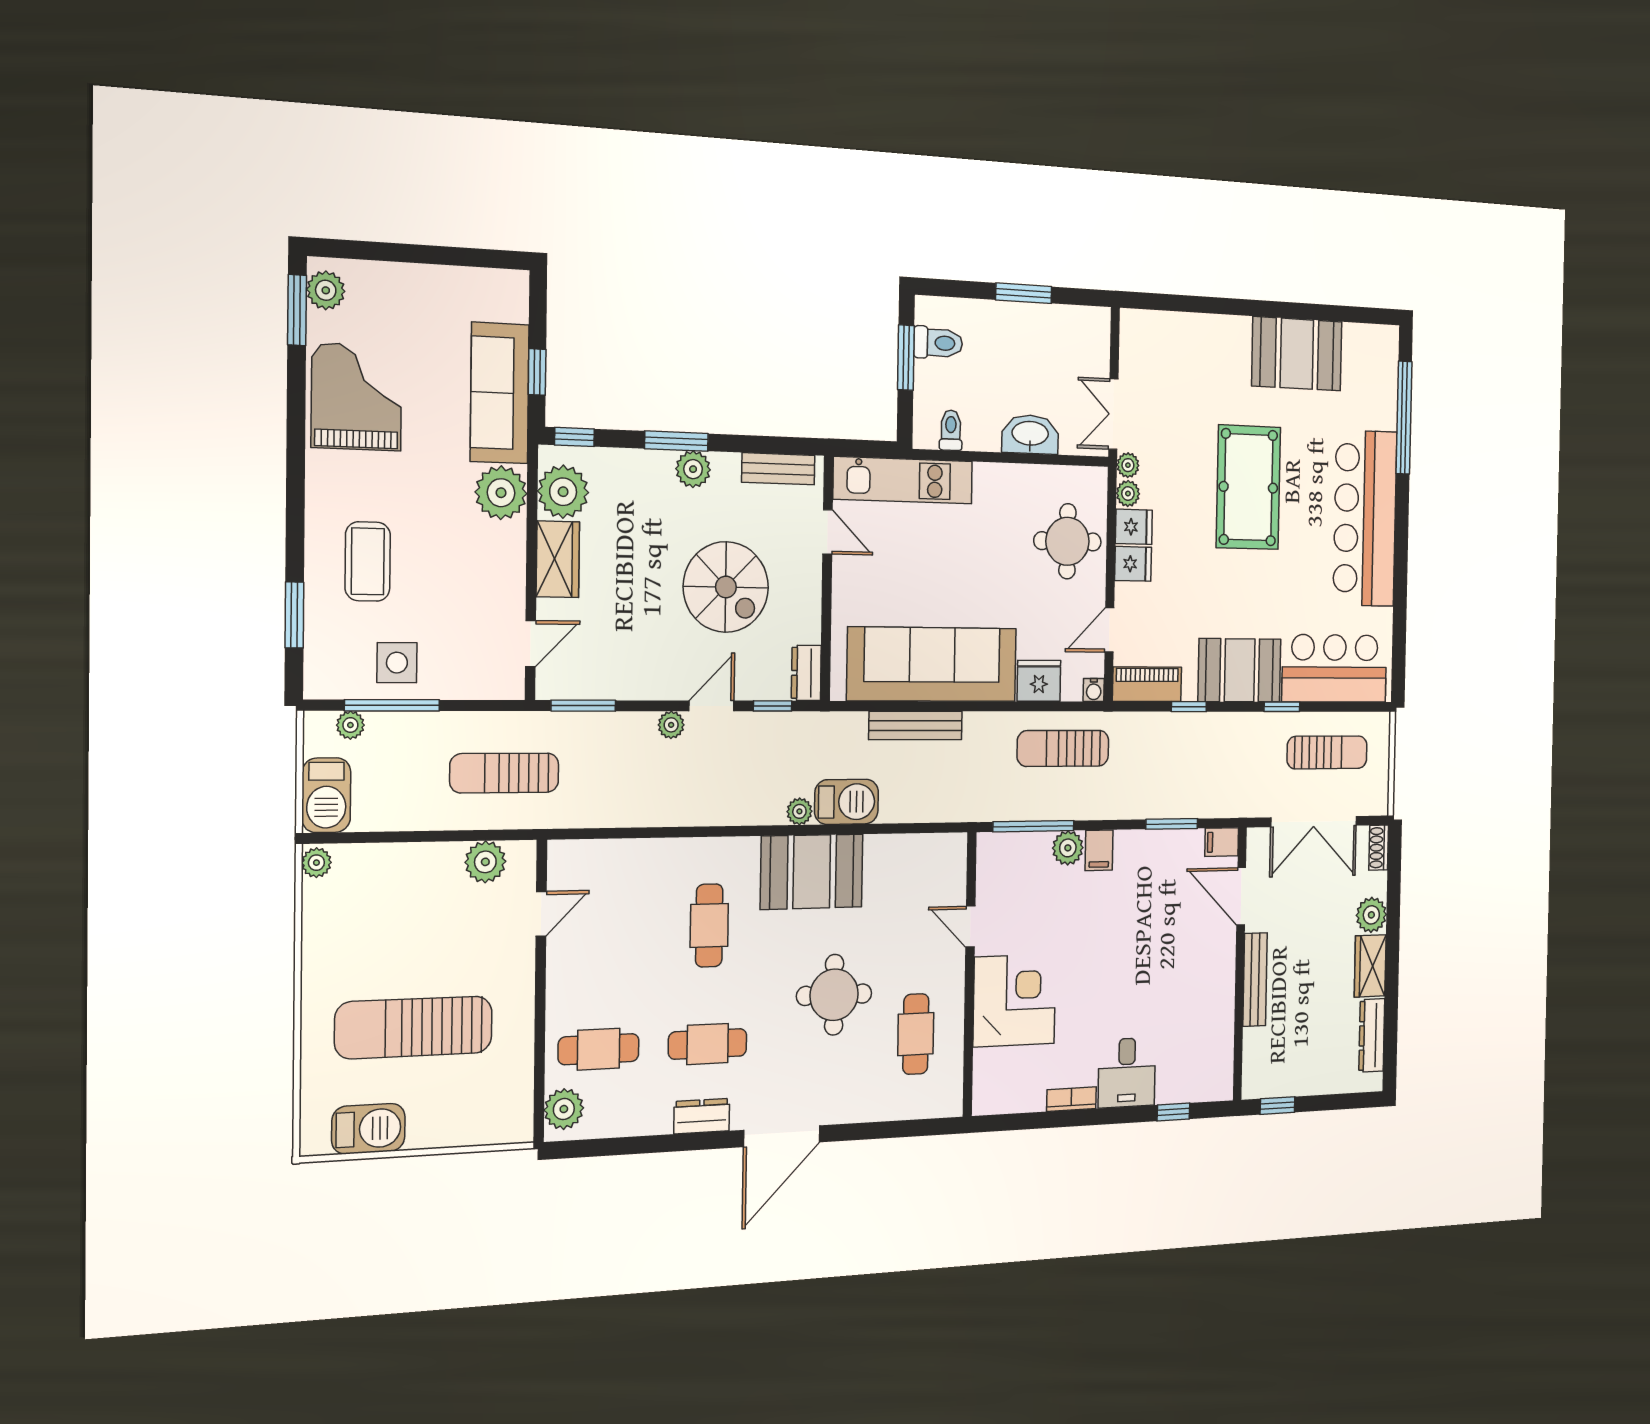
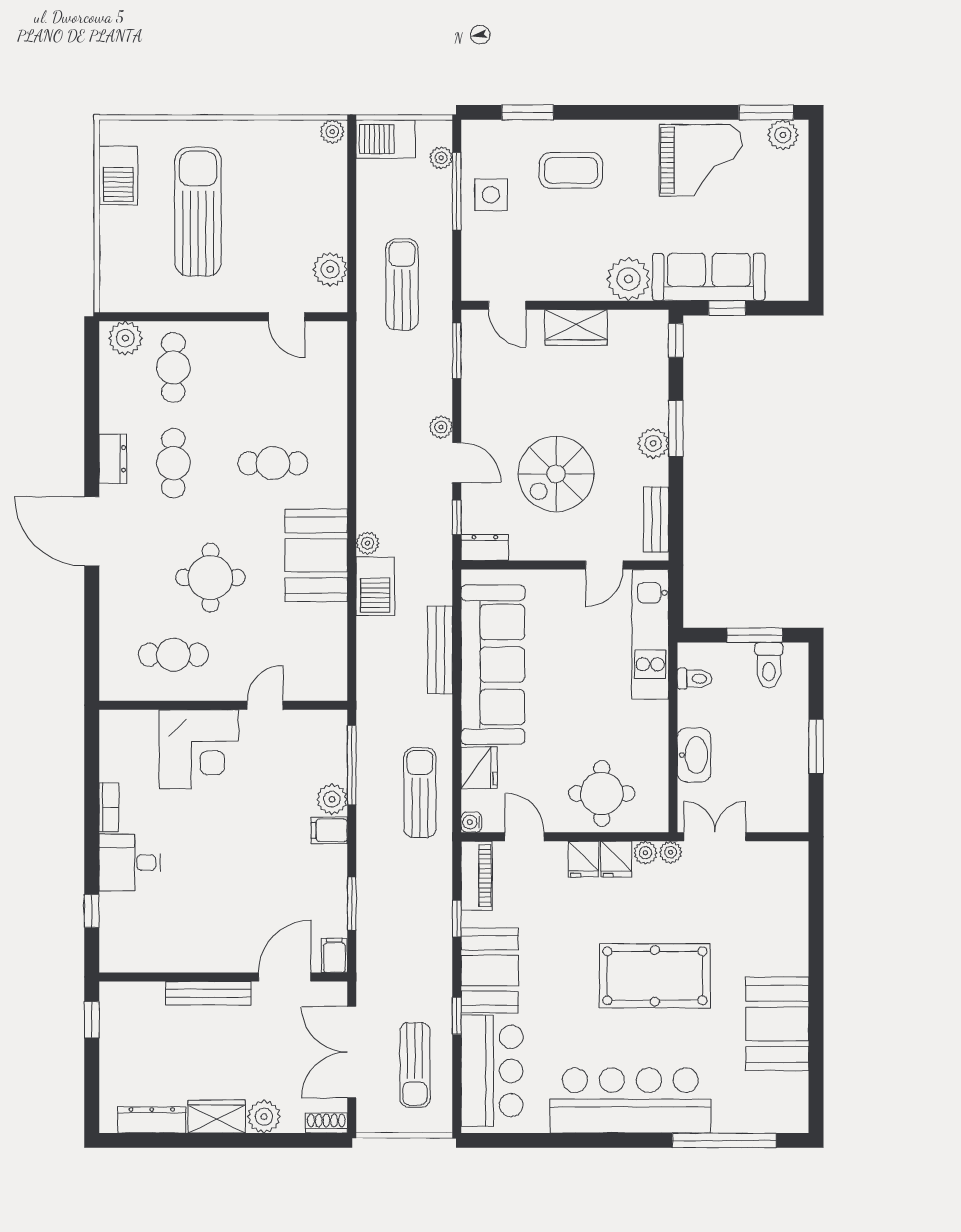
plant: (563, 492) -> (631, 331), removed

